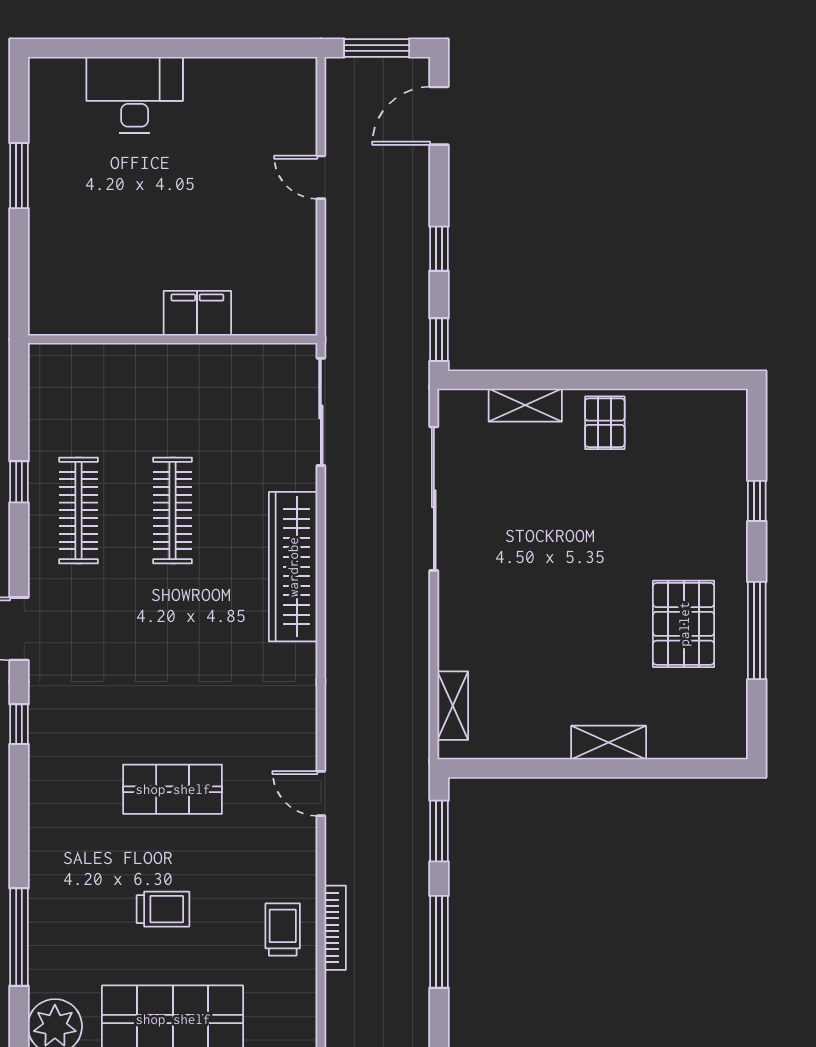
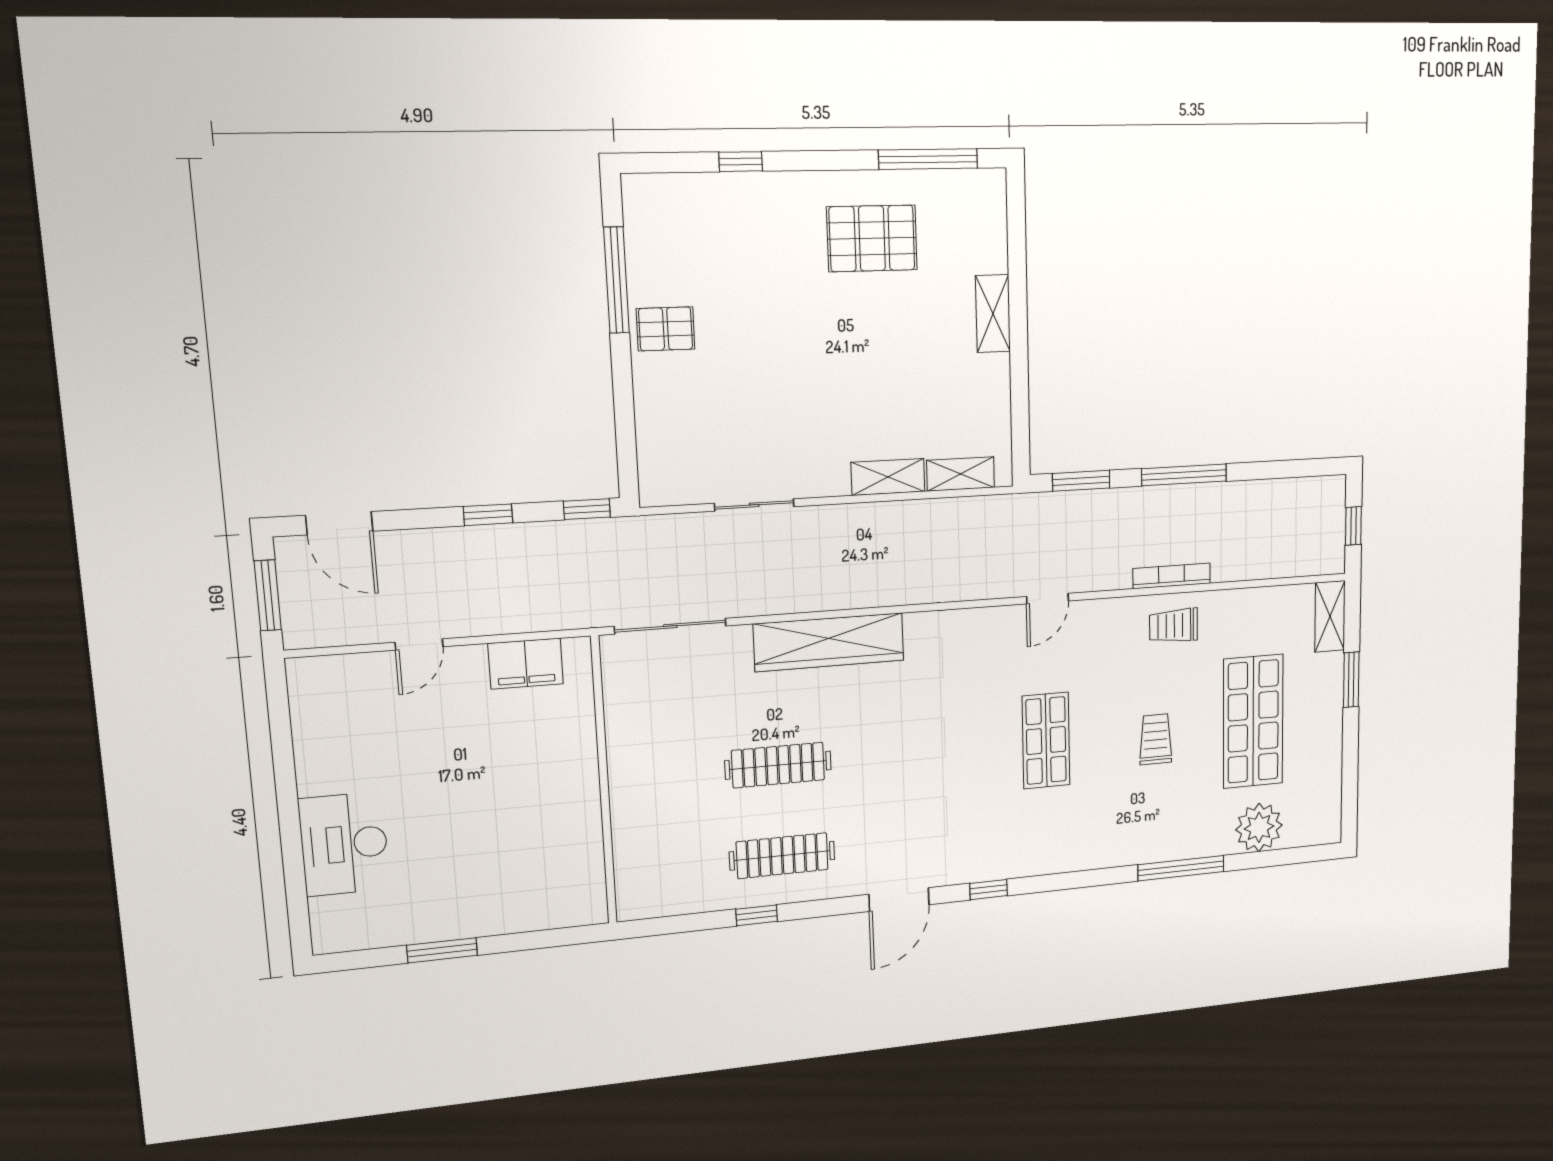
filing cabinet: (197, 313) -> (526, 664), moved, turned -90
window: (651, 380) -> (616, 280), added
shelving: (525, 405) -> (888, 477), moved, turned 90
sliding door: (434, 499) -> (754, 505), width x0.54
window: (757, 630) -> (928, 159), moved

